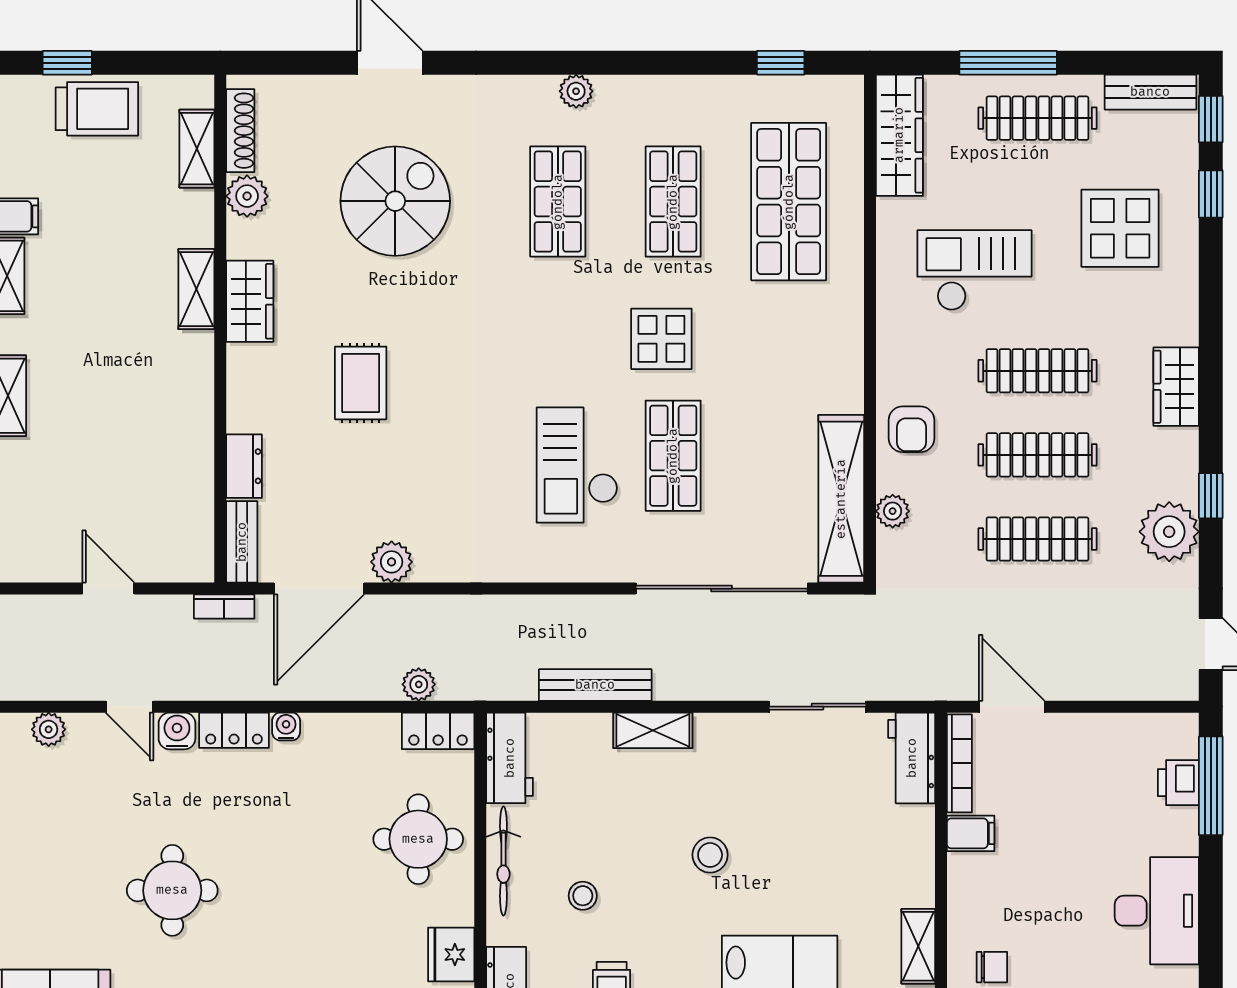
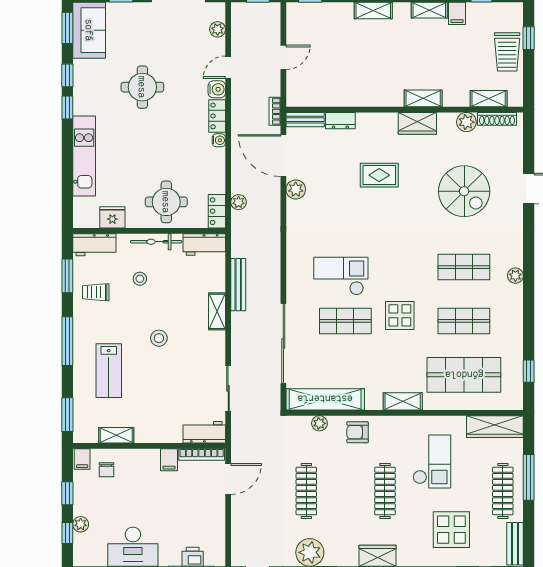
shelving: (845, 333) -> (403, 401), added
clothes rail: (1037, 455) -> (346, 491), removed

